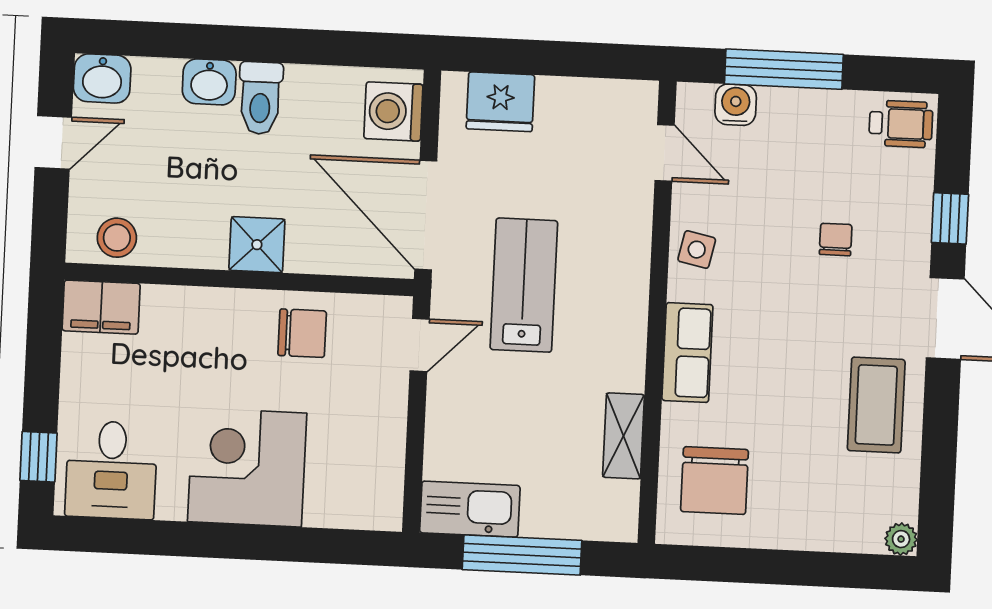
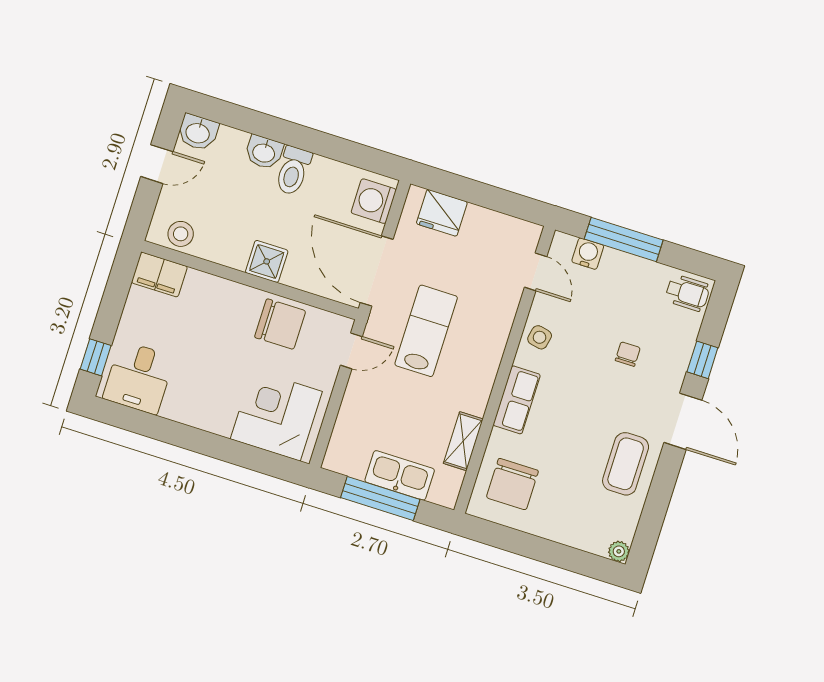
chair: (302, 333) -> (280, 324), width x1.37, depth x1.37
corner desk: (247, 467) -> (276, 415), moved
kitchen sink: (470, 509) -> (400, 475), moved

